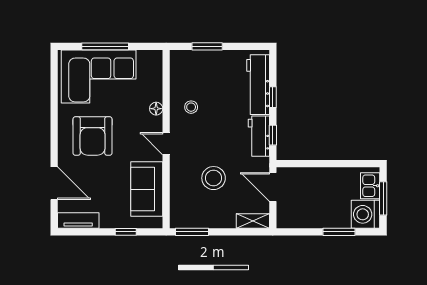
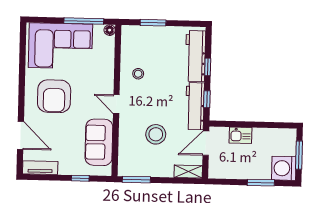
window: (105, 46) -> (84, 21), moved
floor lamp: (156, 109) -> (110, 30), moved
workbench: (259, 136) -> (195, 106), width x1.37
kitchen sink: (370, 186) -> (240, 135), moved, turned -90
door: (273, 187) -> (206, 143), hinge flipped

